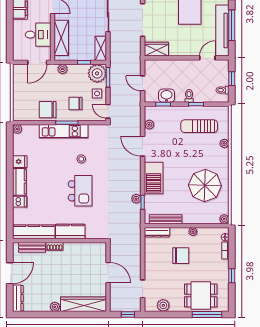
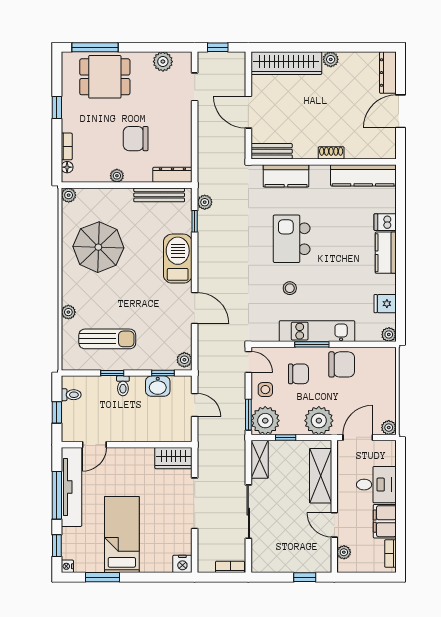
desk: (38, 35) -> (376, 485), moved, turned 180
plant: (17, 69) -> (389, 428), added
plant: (62, 69) -> (319, 421), width x1.88, depth x1.88
plant: (149, 125) -> (184, 360), moved
fridge: (20, 162) -> (385, 304), moved
plant: (136, 199) -> (205, 202), moved
kitchen counter: (70, 232) -> (286, 176), moved
bench: (32, 247) -> (272, 151), moved

